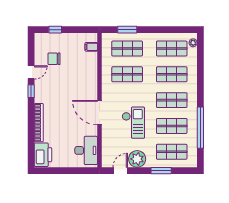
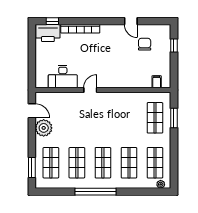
shop shelf: (127, 74) -> (129, 118), removed
window: (31, 91) -> (52, 21), moved
door: (99, 113) -> (90, 90), width x0.53
checkout: (133, 123) -> (80, 124), removed
window: (200, 128) -> (96, 192), moved
desk: (86, 150) -> (63, 77), moved
window: (161, 171) -> (32, 168), moved

